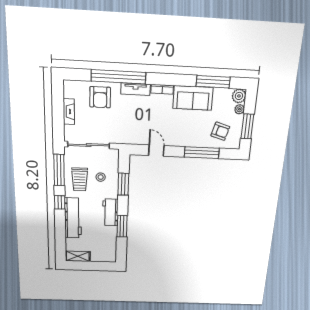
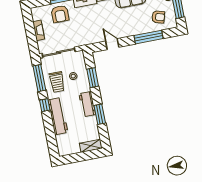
shelving: (78, 256) -> (91, 146), moved

